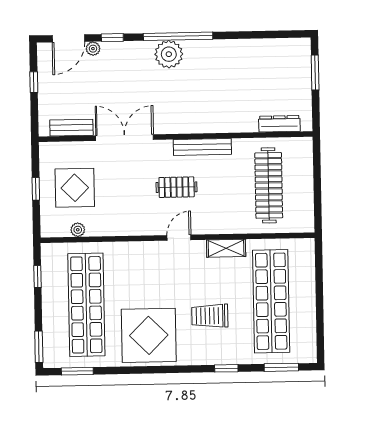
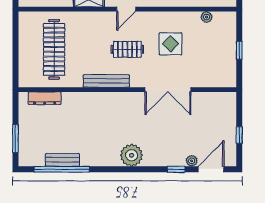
window: (178, 36) -> (62, 169), moved
bench: (71, 128) -> (62, 160), moved
display table: (75, 188) -> (170, 44), moved, width x0.73, depth x0.73

